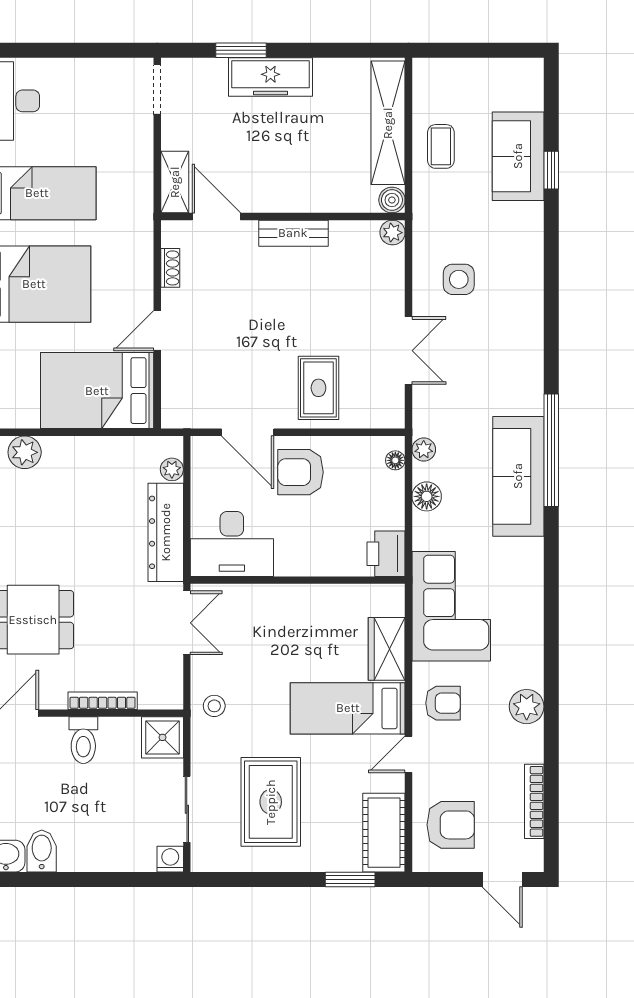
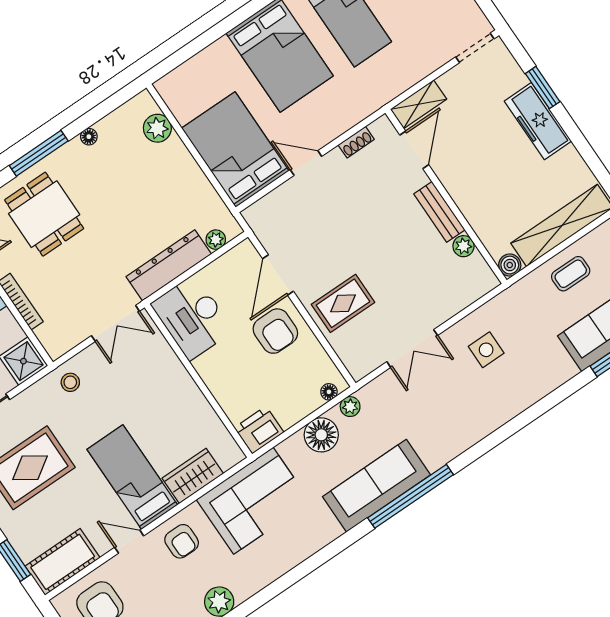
plant: (392, 233) -> (463, 246), moved
armchair: (301, 472) -> (275, 331), turned 180
floor lamp: (427, 496) -> (321, 435), width x1.38, depth x1.38

